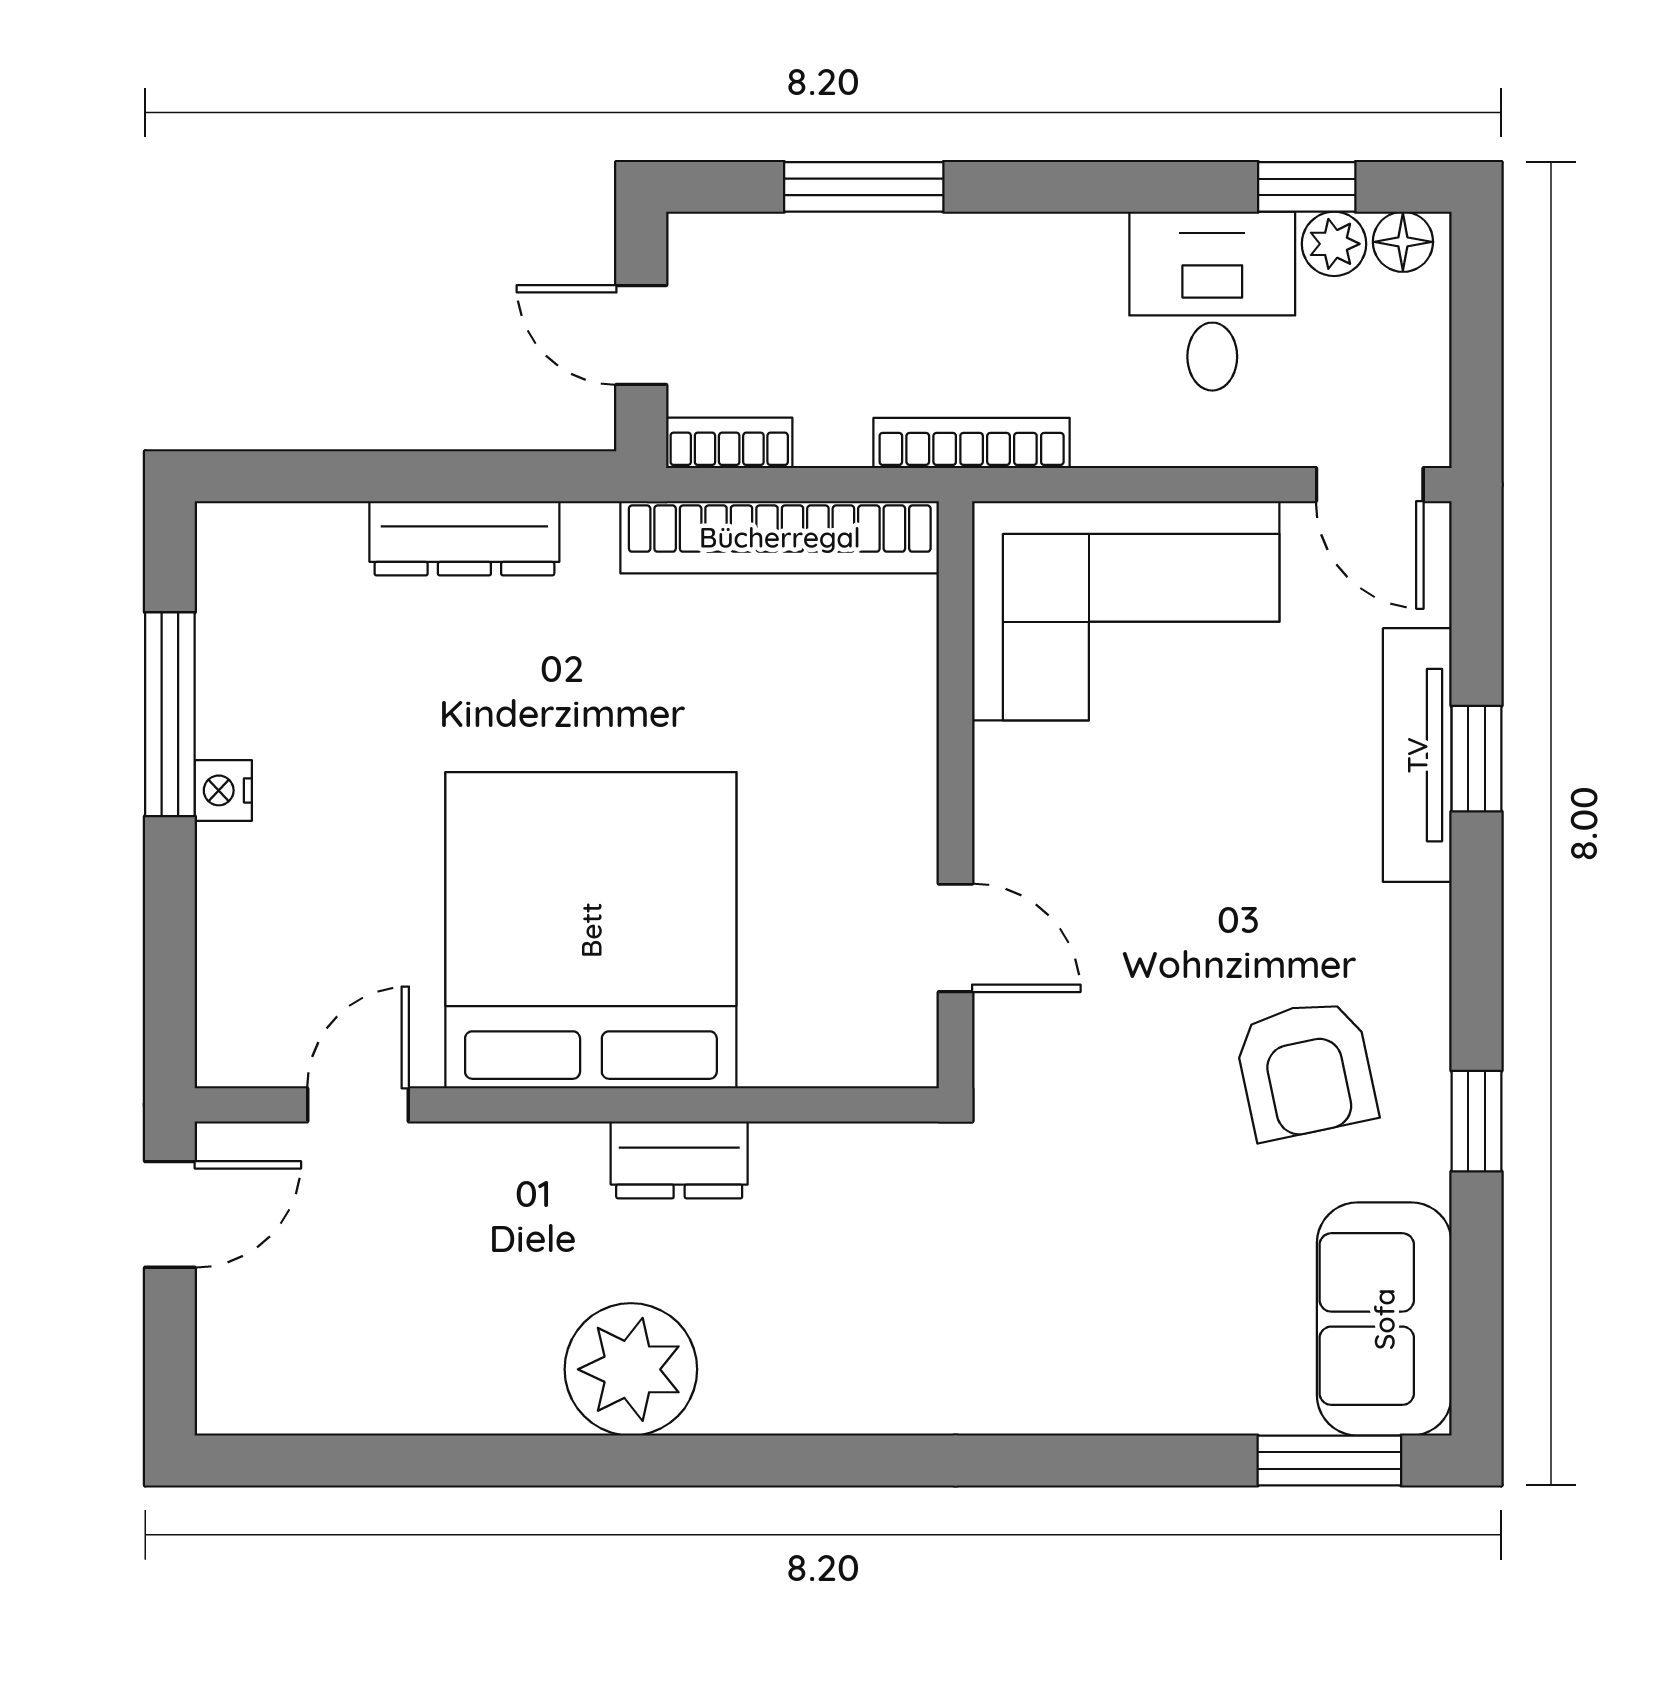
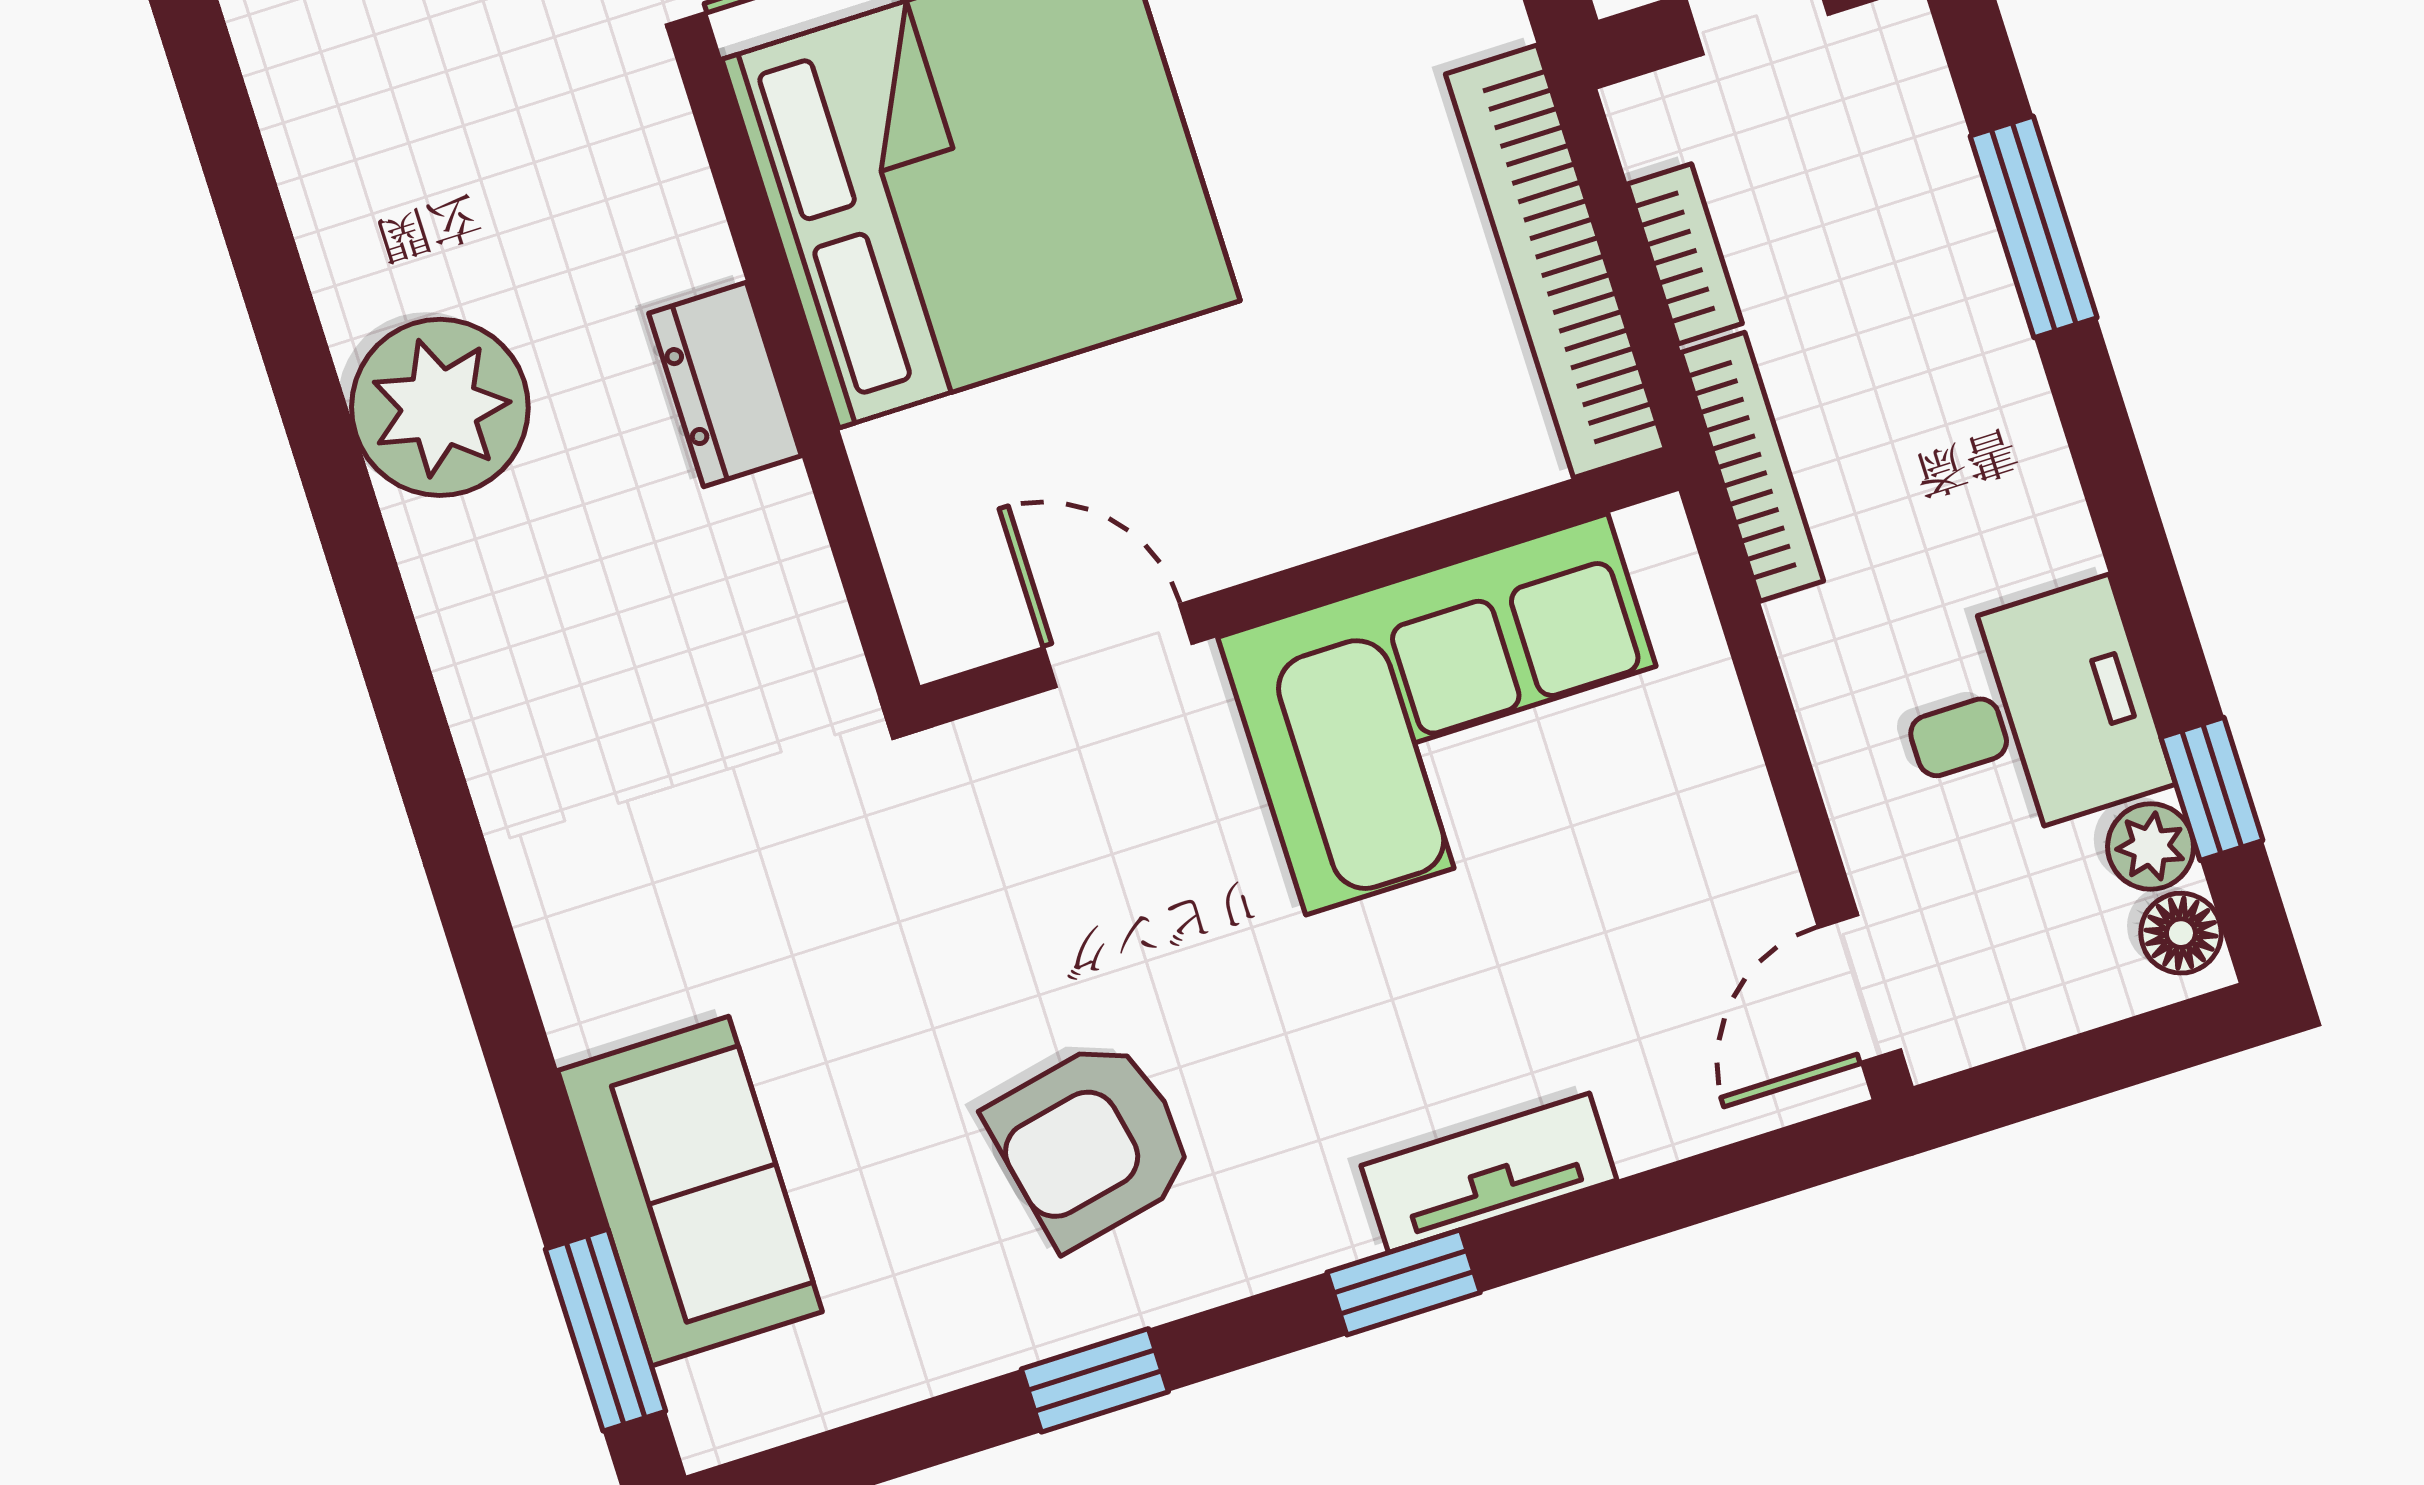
bookcase: (729, 443) -> (1685, 254), moved
corner sofa: (1126, 611) -> (1457, 714), moved, turned -90
tv unit: (1417, 755) -> (1489, 1173), width x0.71
window: (1477, 759) -> (1404, 1282), moved
door: (956, 938) -> (1118, 646), swing flipped
sofa: (1384, 1319) -> (690, 1191), moved, turned 90

